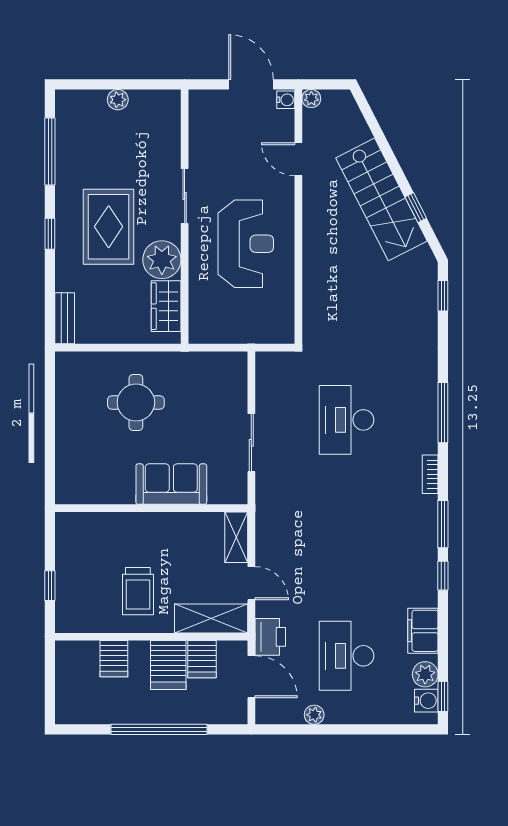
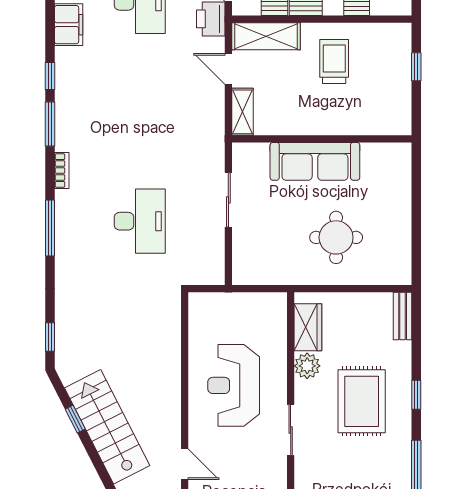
plant: (162, 260) -> (307, 366), width x0.73, depth x0.73
sofa: (171, 484) -> (315, 161), width x1.36

